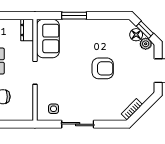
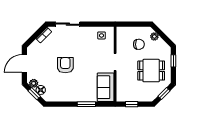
window: (13, 16) -> (132, 104), added
dresser: (27, 30) -> (121, 93), removed
armchair: (103, 68) -> (65, 65), turned 90
sliding door: (78, 124) -> (68, 24), moved

